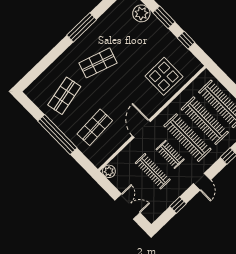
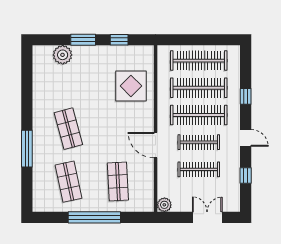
window: (82, 27) -> (27, 149), moved
shop shelf: (98, 63) -> (68, 129), turned -33
clothes rail: (170, 154) -> (199, 142), width x1.36

